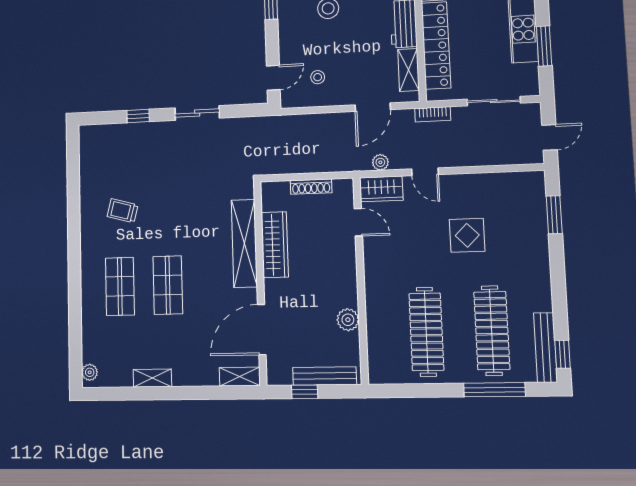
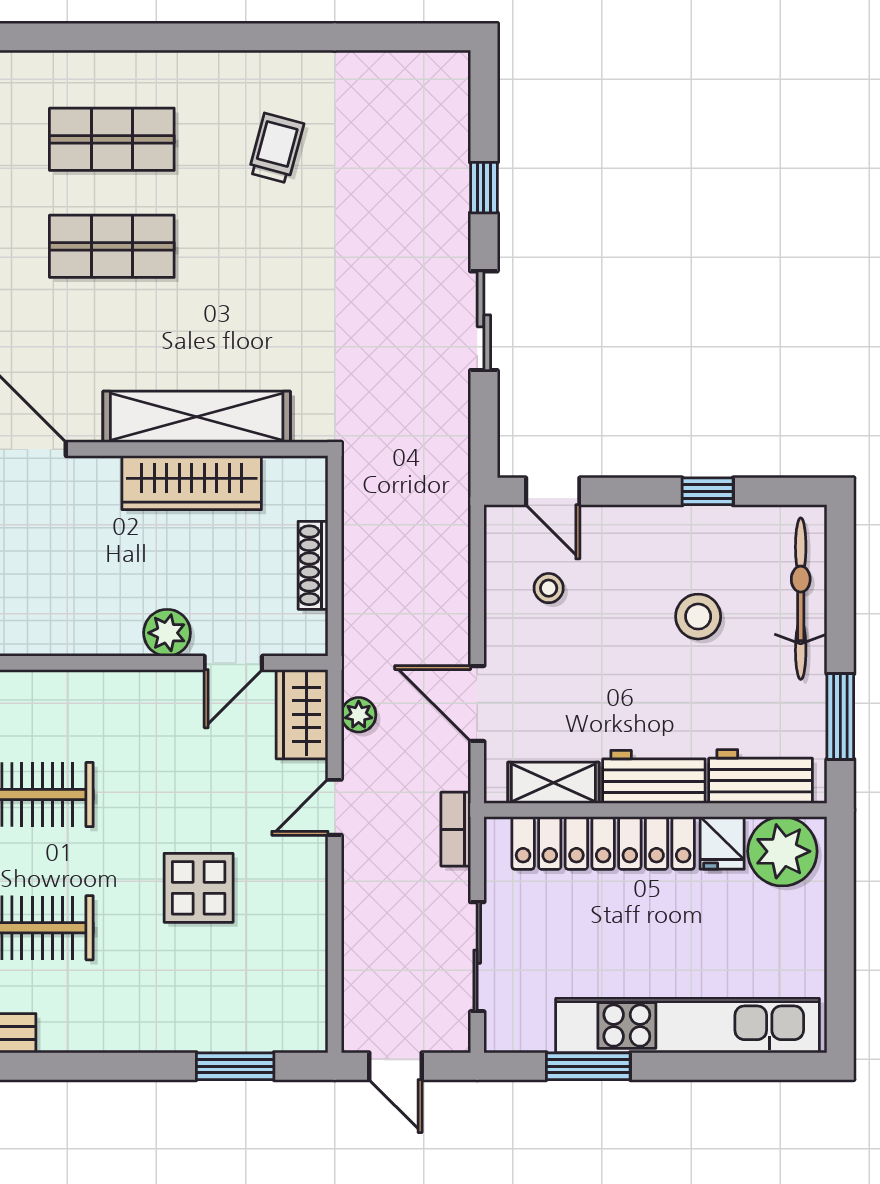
plant: (348, 320) -> (167, 633), moved

